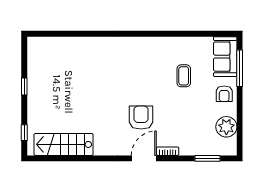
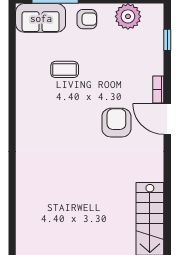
armchair: (141, 118) -> (116, 123), turned 90
window: (208, 158) -> (167, 40), width x0.67

